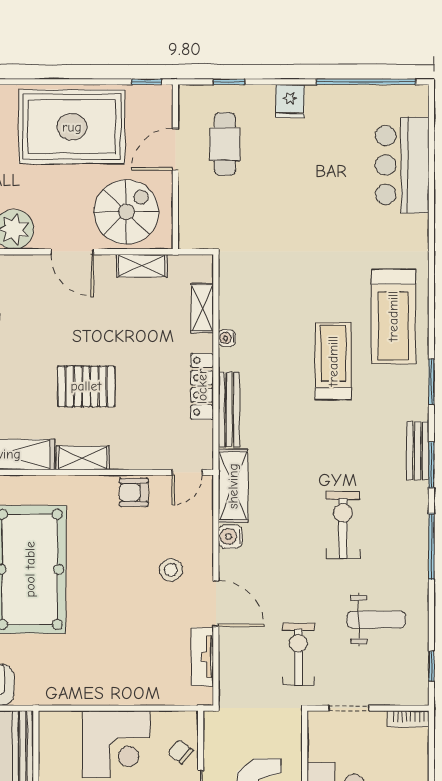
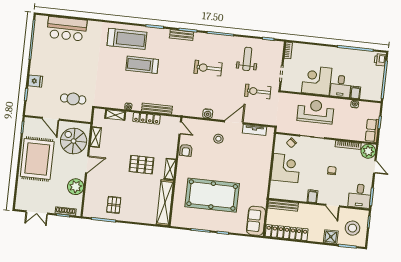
fridge: (290, 101) -> (35, 81), moved
cafe table: (225, 144) -> (73, 99), moved
pallet: (86, 386) -> (142, 165), turned 90
shelving: (233, 486) -> (188, 110), removed

